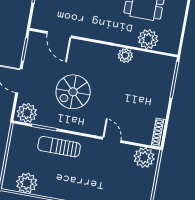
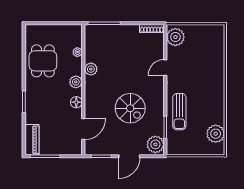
floor lamp: (91, 32) -> (76, 102), added
plant: (114, 36) -> (76, 82), added
plant: (148, 39) -> (77, 52), width x0.53, depth x0.53

